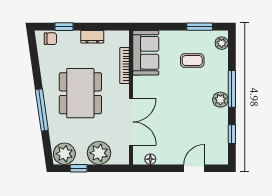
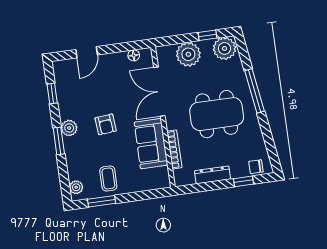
dresser: (92, 37) -> (213, 175), width x1.44
sofa: (146, 53) -> (151, 144), moved
coffee table: (192, 61) -> (108, 178), moved, turned 90
window: (232, 89) -> (59, 141), width x0.69
dining table: (80, 93) -> (217, 114), turned 90
armchair: (186, 98) -> (106, 124), added

